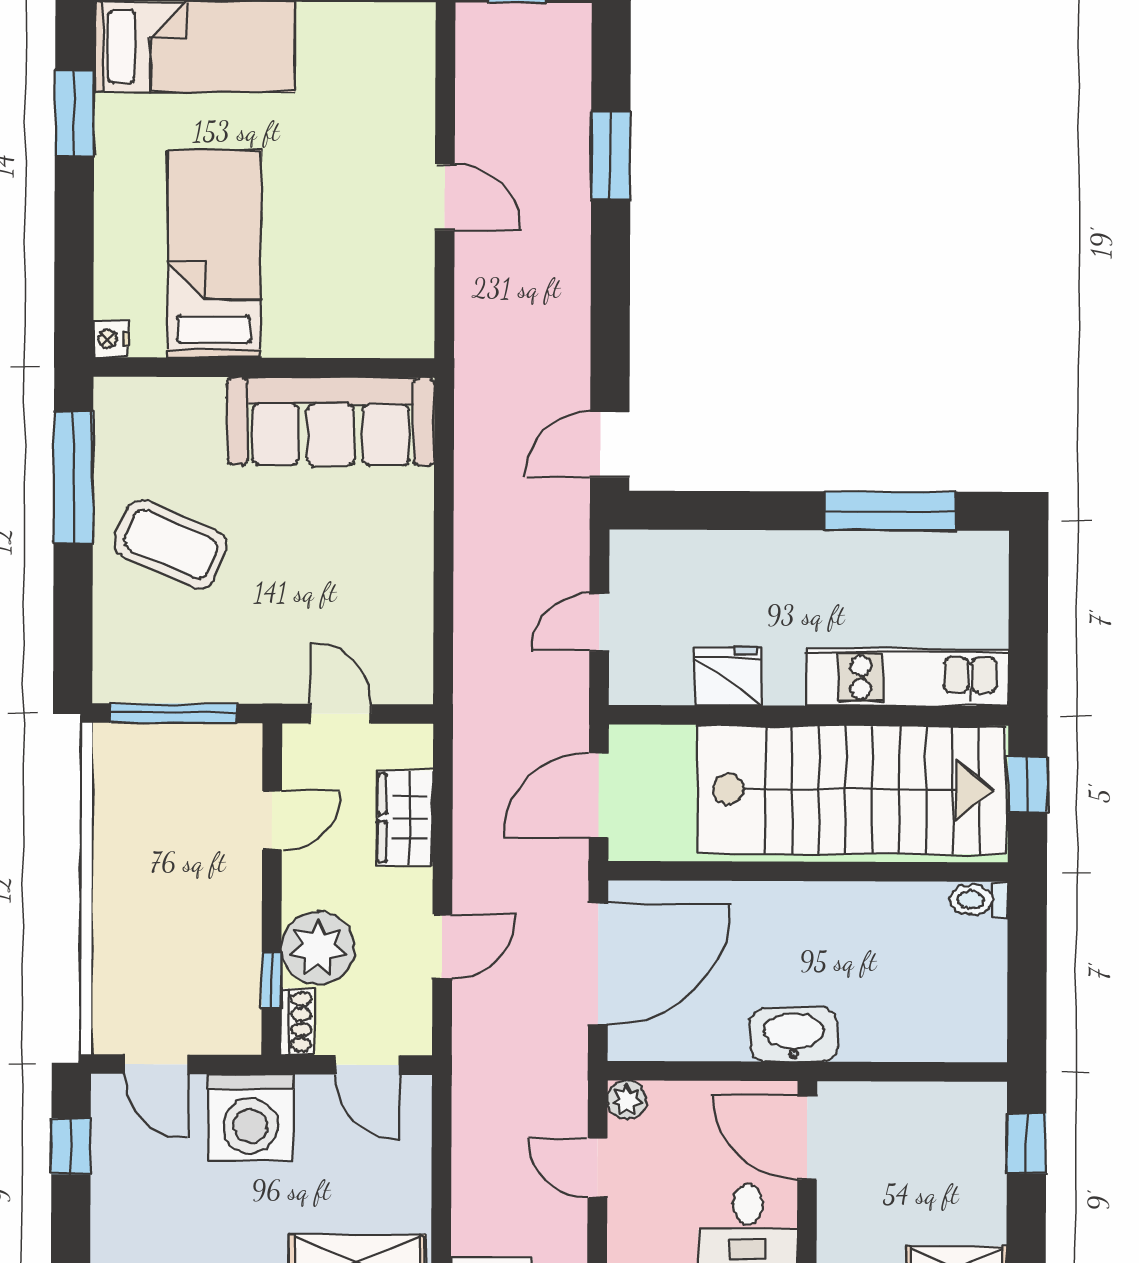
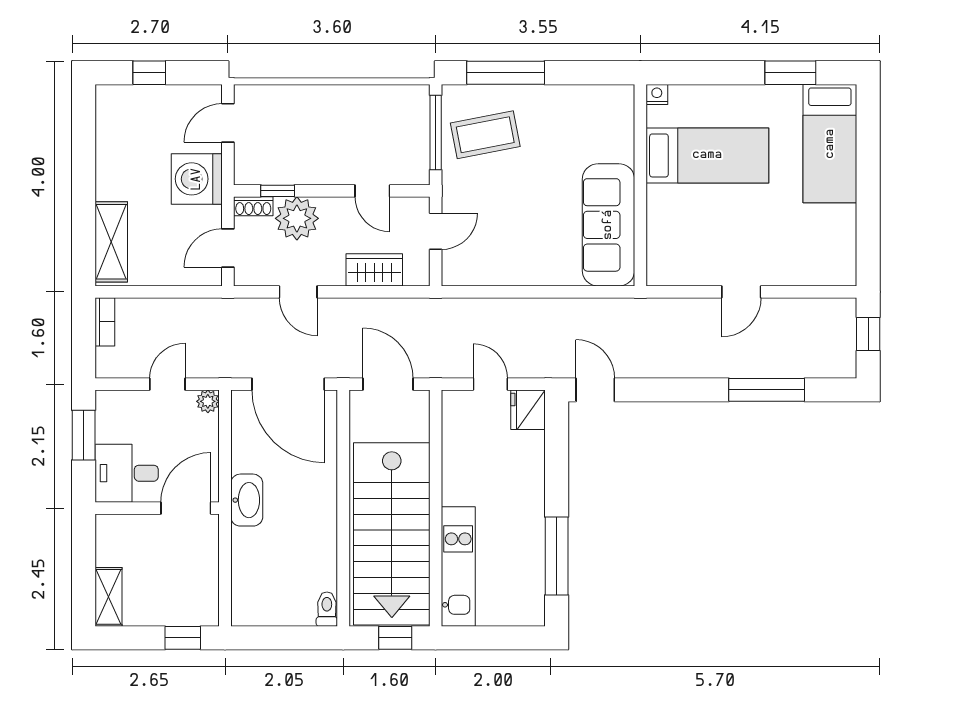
window: (611, 155) -> (767, 390), width x1.44
window: (73, 477) -> (506, 73), moved
coffee table: (171, 544) -> (485, 135), moved, turned 55
fridge: (728, 676) -> (528, 410), moved, turned 180
window: (71, 1146) -> (149, 73), moved

